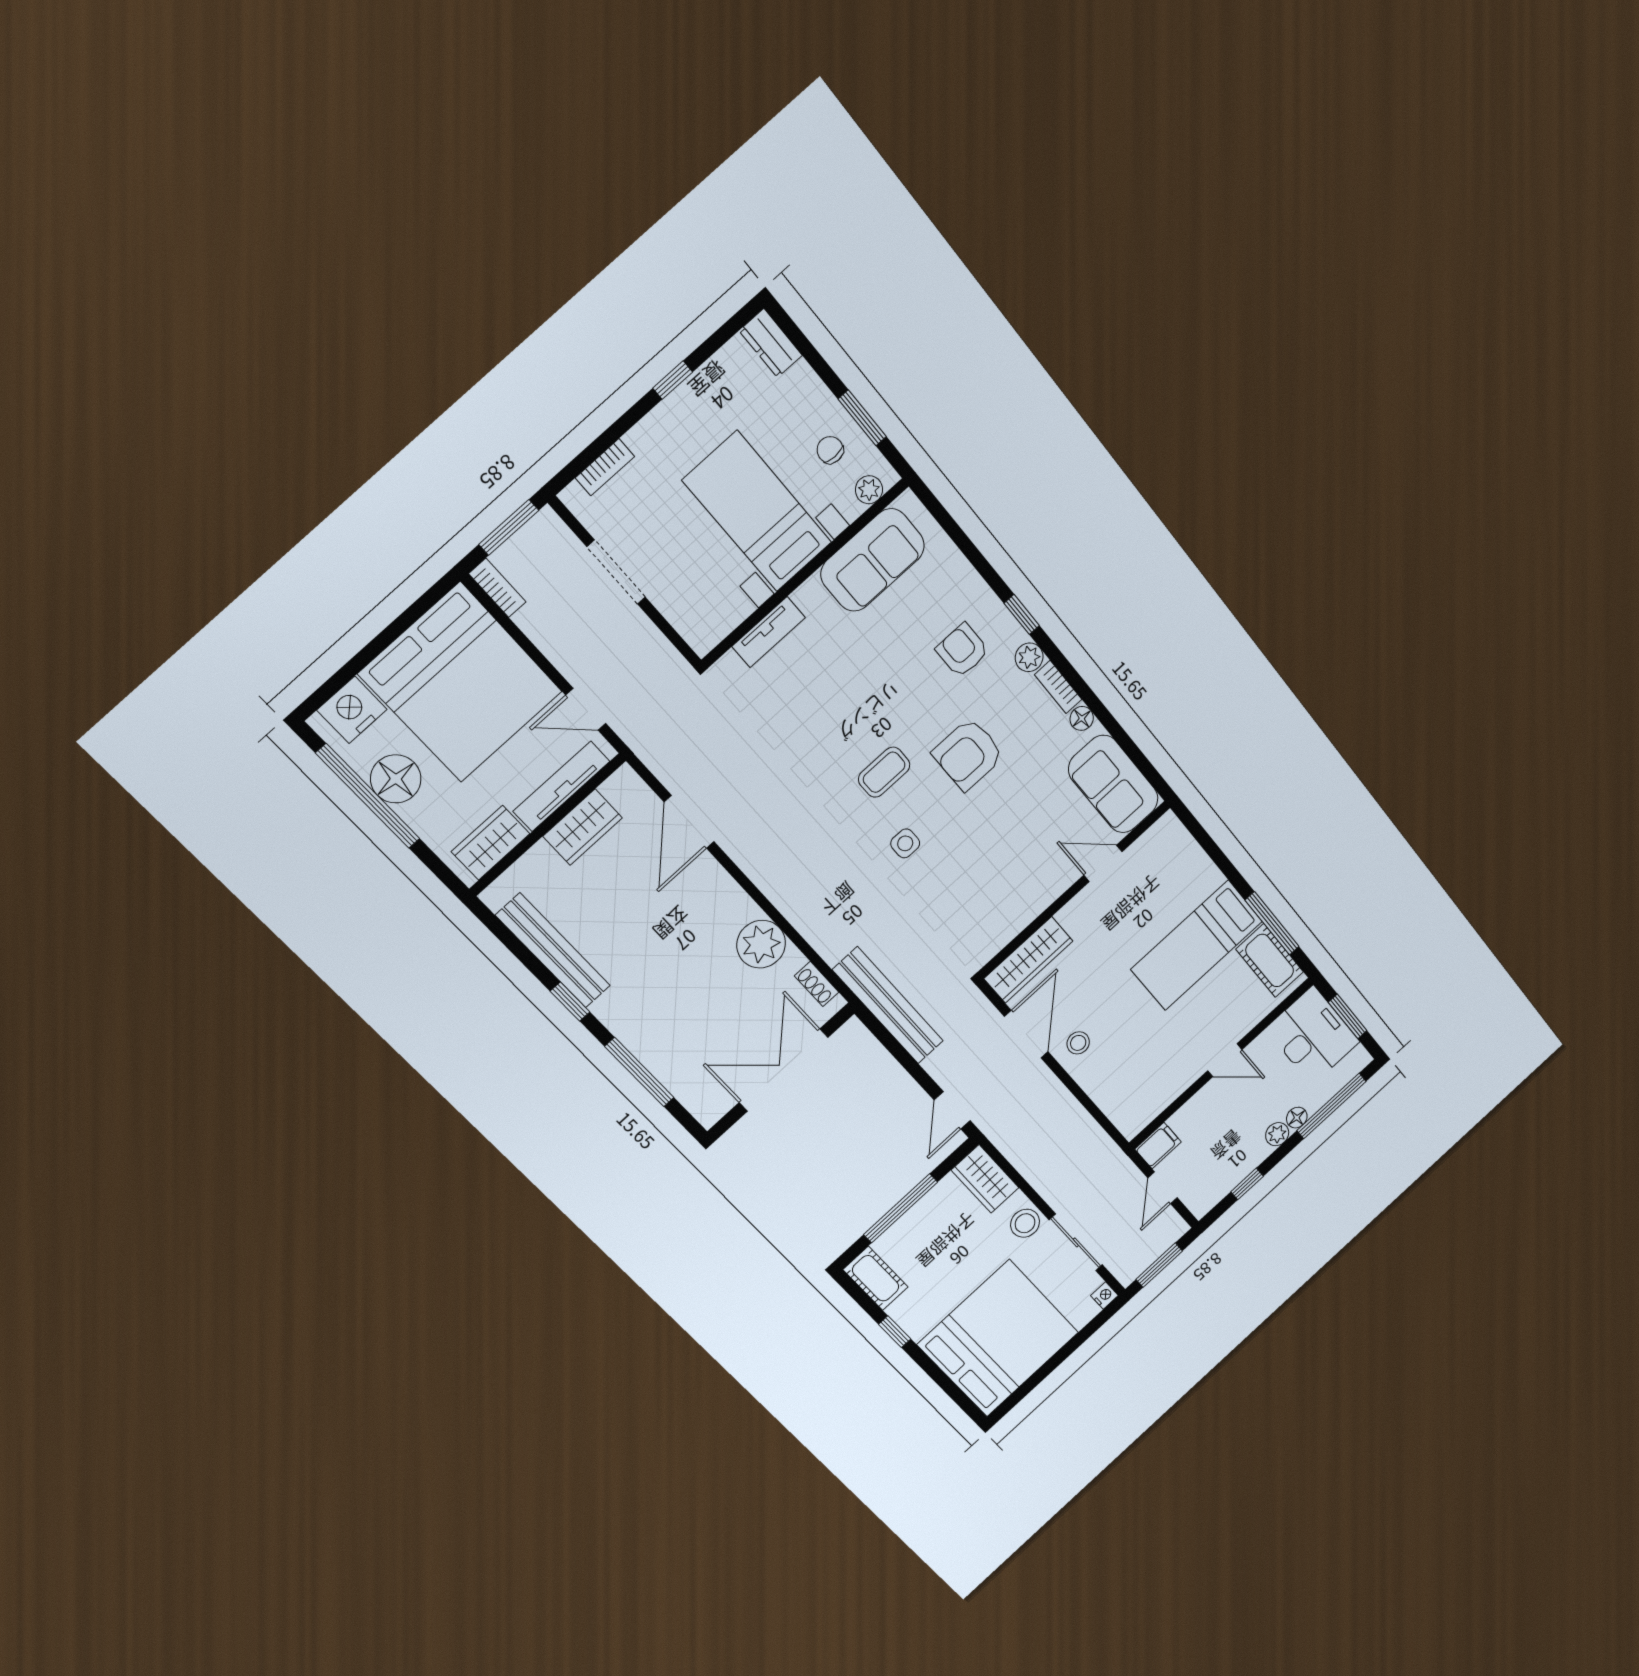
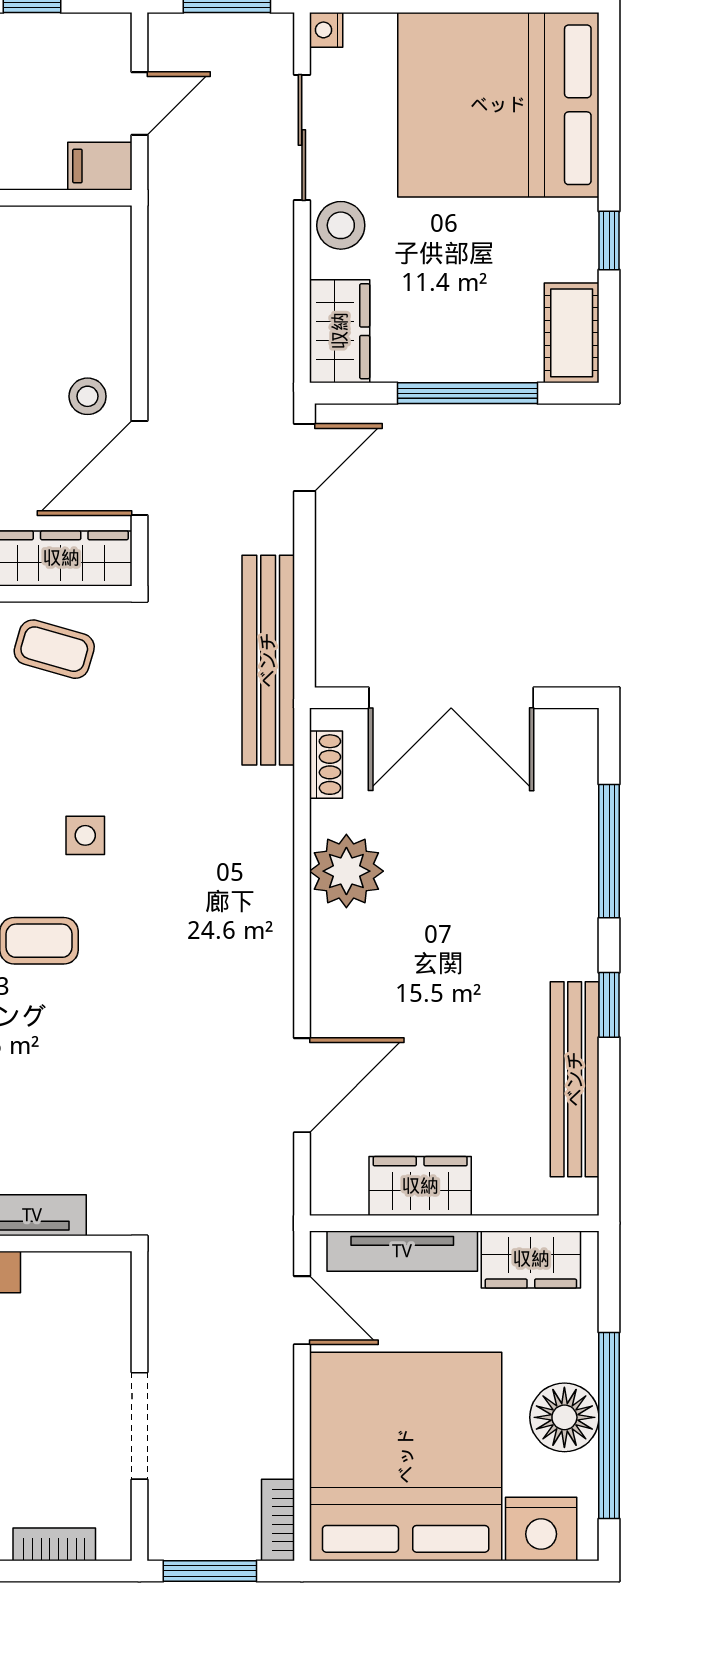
coffee table: (996, 916) -> (54, 649), added

